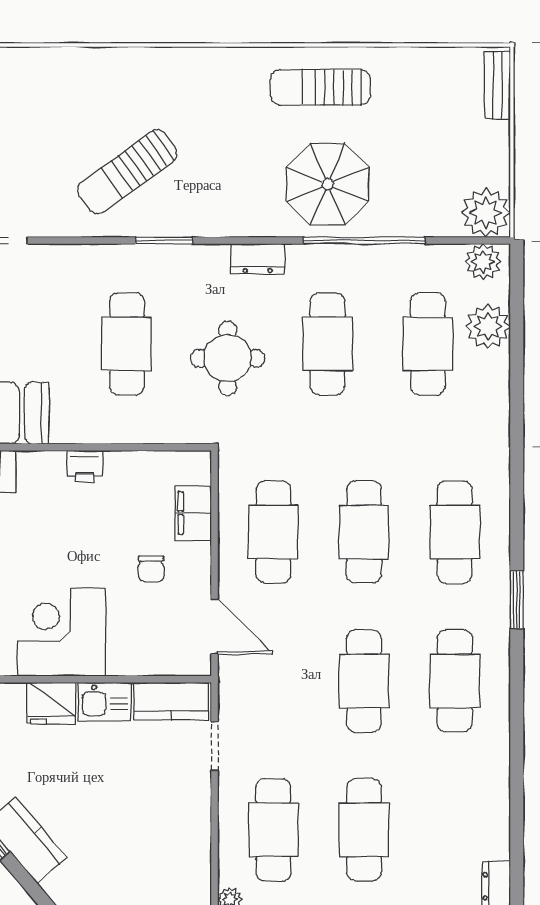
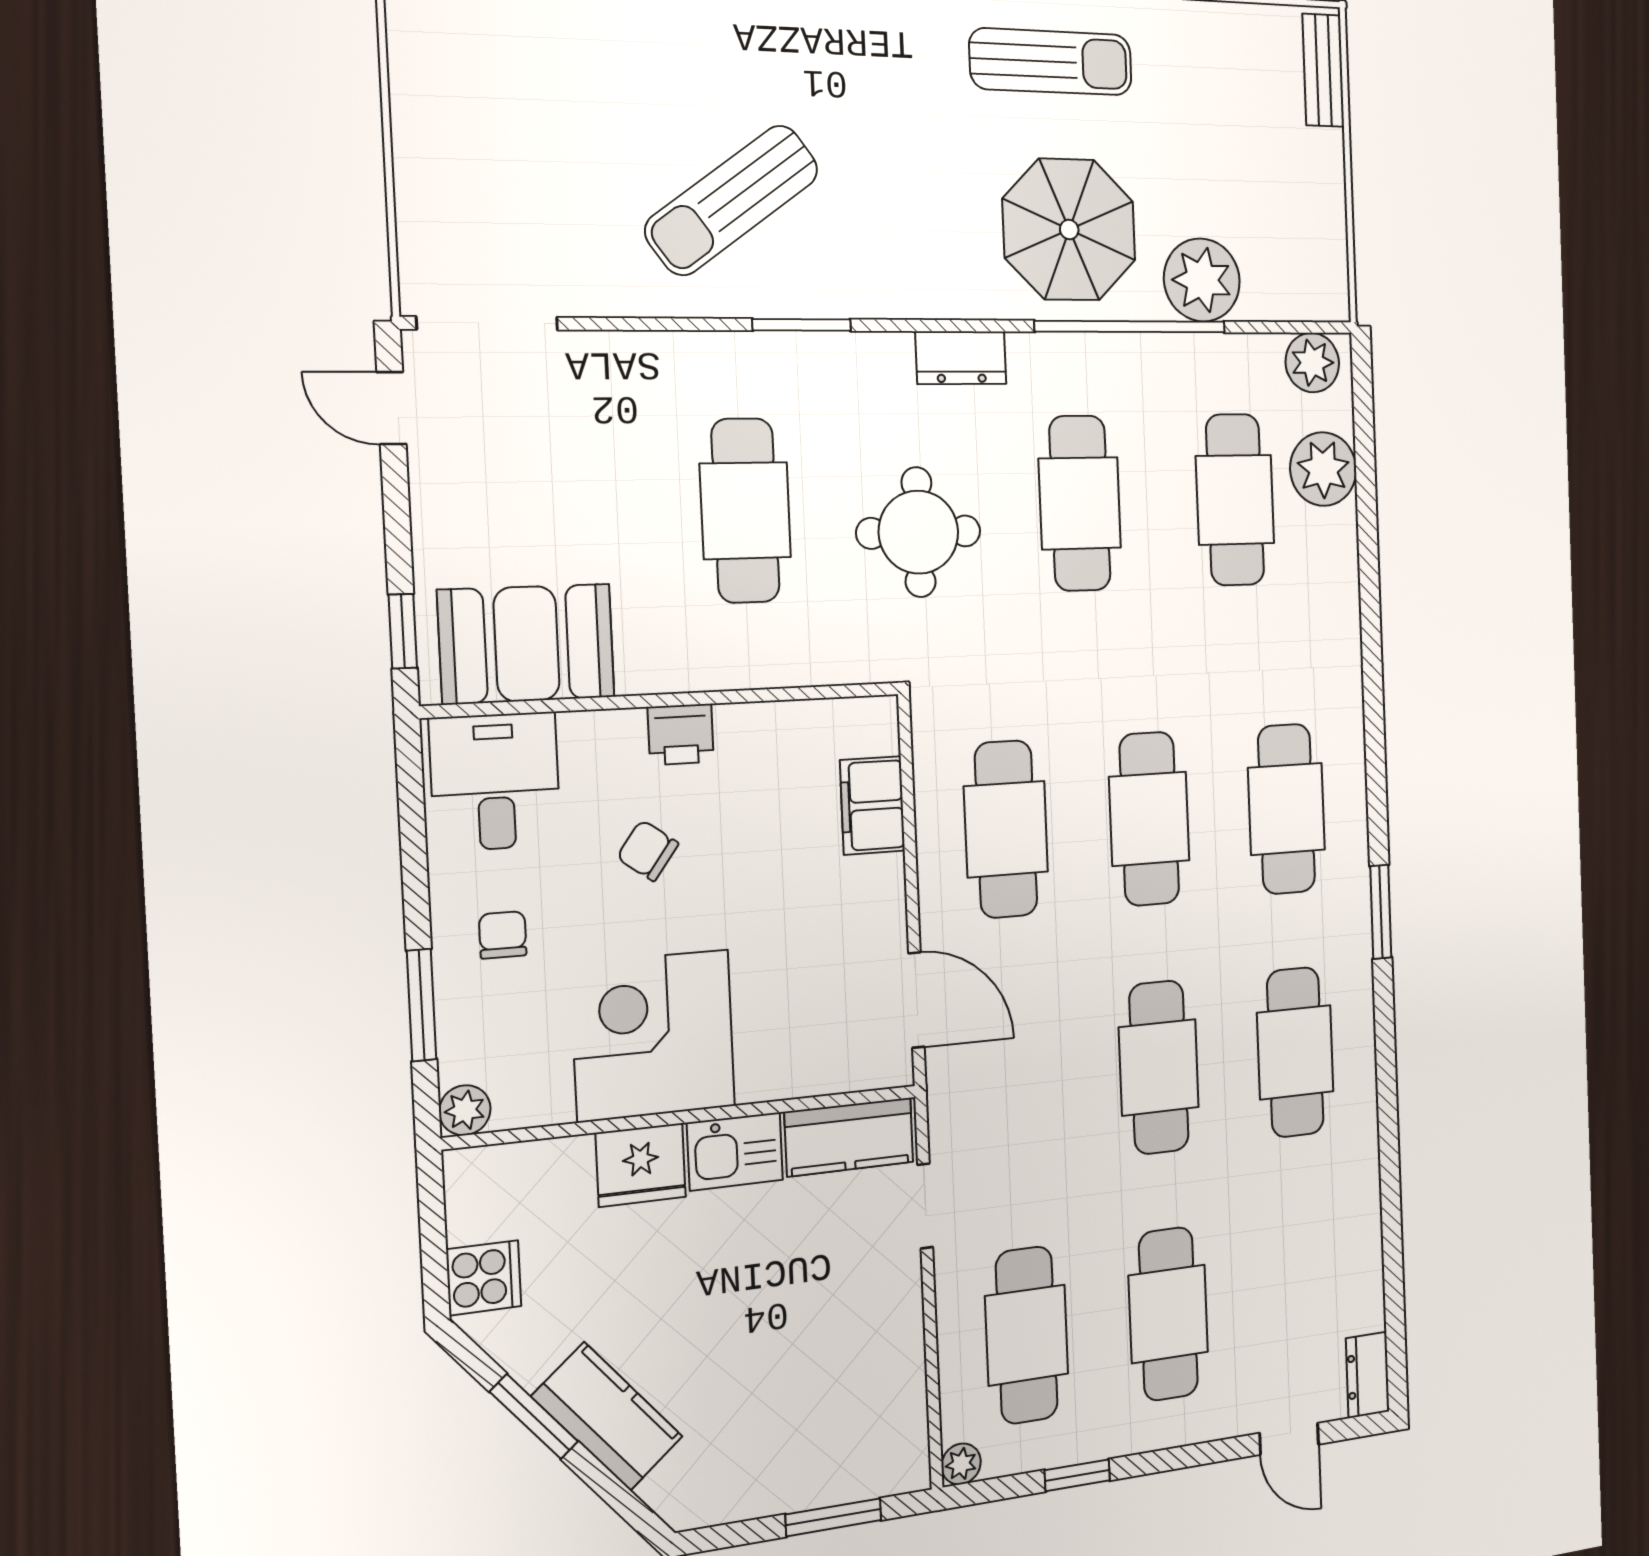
sun lounger: (320, 87) -> (1051, 62), turned 180
plant: (486, 213) -> (1202, 280), moved
chair: (151, 569) -> (648, 851), moved, turned 126

